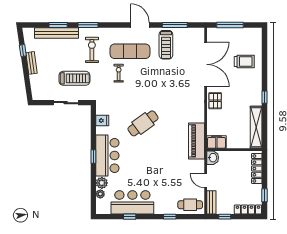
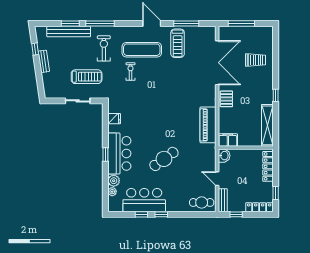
window: (88, 25) -> (100, 24), width x1.44
cafe table: (143, 123) -> (164, 159), moved
piano: (197, 141) -> (208, 125), moved
window: (170, 217) -> (161, 214), moved

